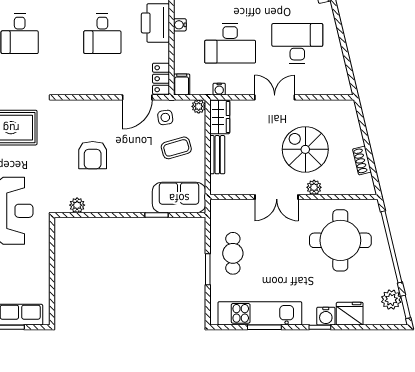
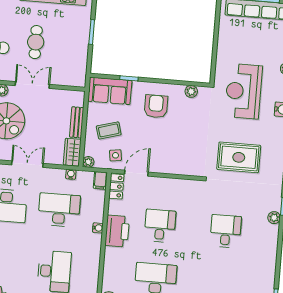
double door: (275, 97) -> (27, 164), swing flipped
armchair: (93, 155) -> (156, 106), moved
cafe table: (233, 253) -> (36, 42), moved

